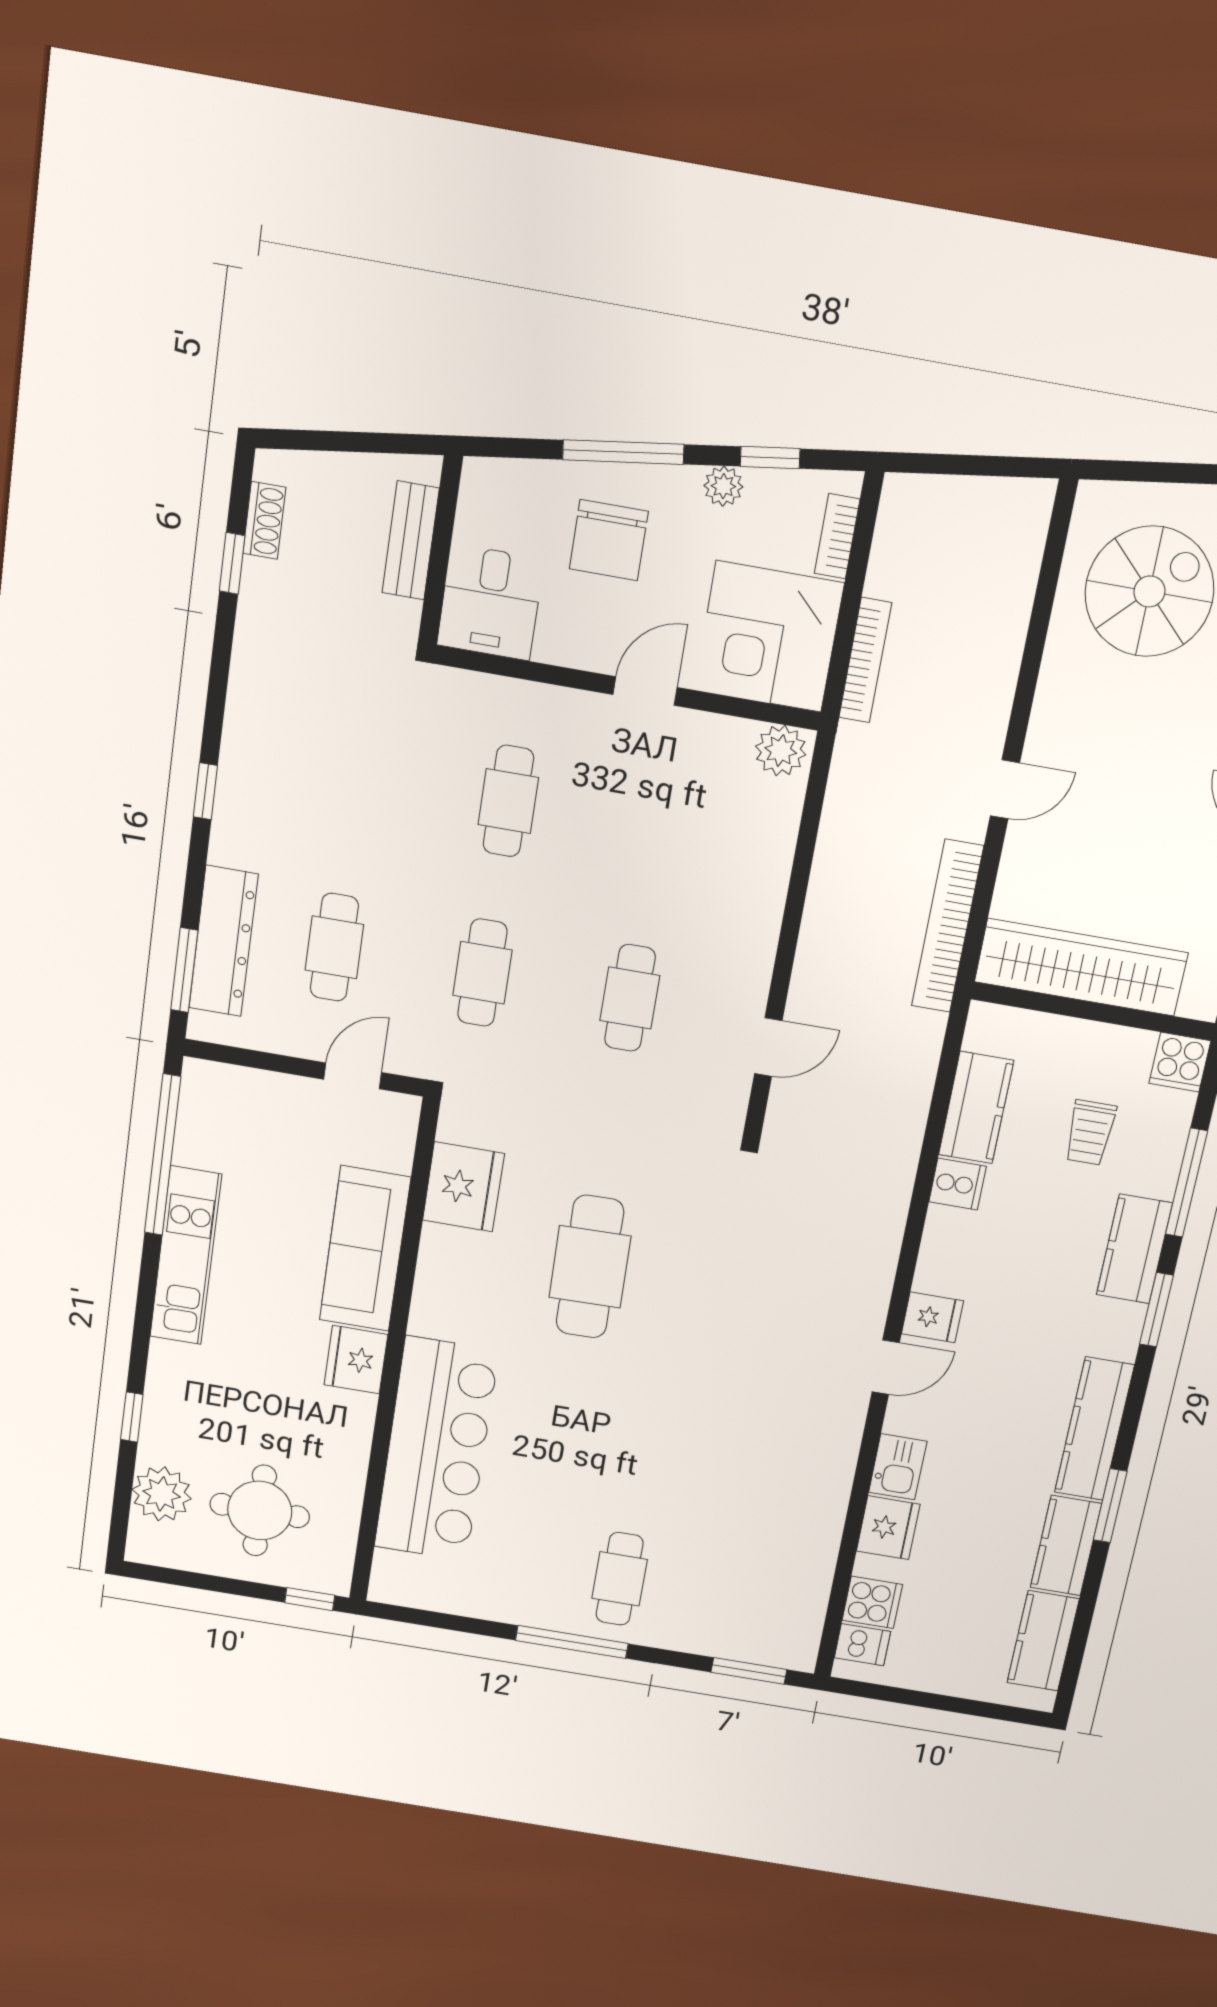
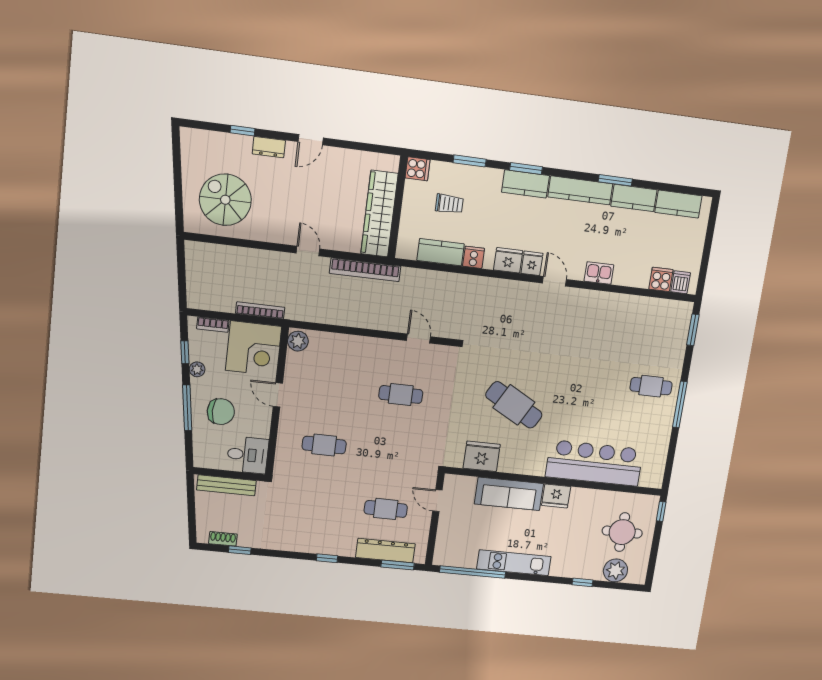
bench: (411, 540) -> (226, 485), width x1.36
cafe table: (482, 973) -> (393, 452), removed
window: (1186, 1183) -> (470, 161), width x0.69
kitchen counter: (1134, 1249) -> (525, 184), moved
cafe table: (590, 1267) -> (514, 405), turned 30
fridge: (888, 1528) -> (508, 260), moved

